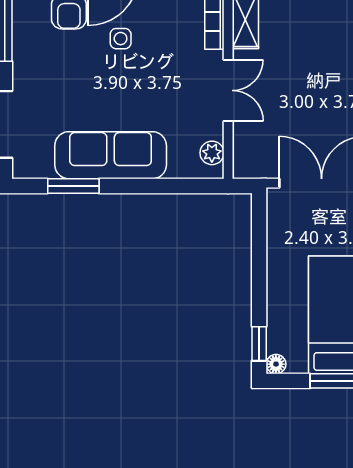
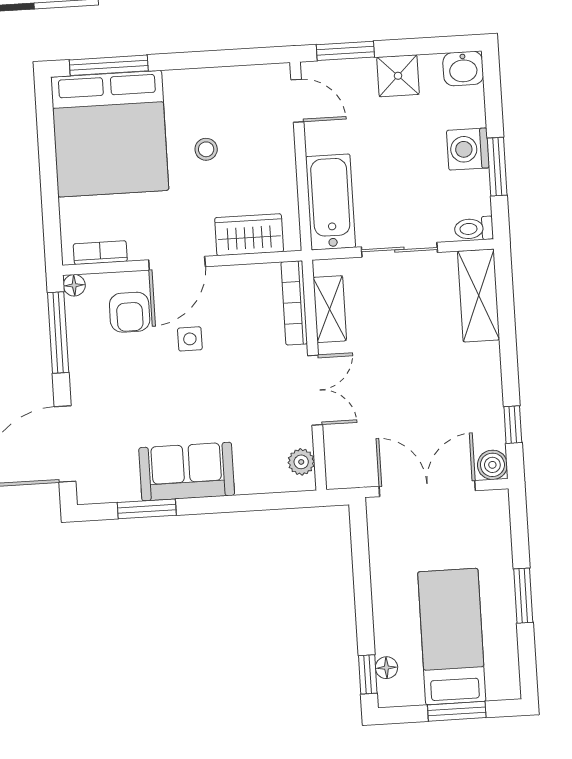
sofa: (111, 155) -> (187, 472), width x0.73
floor lamp: (276, 364) -> (386, 668), moved

